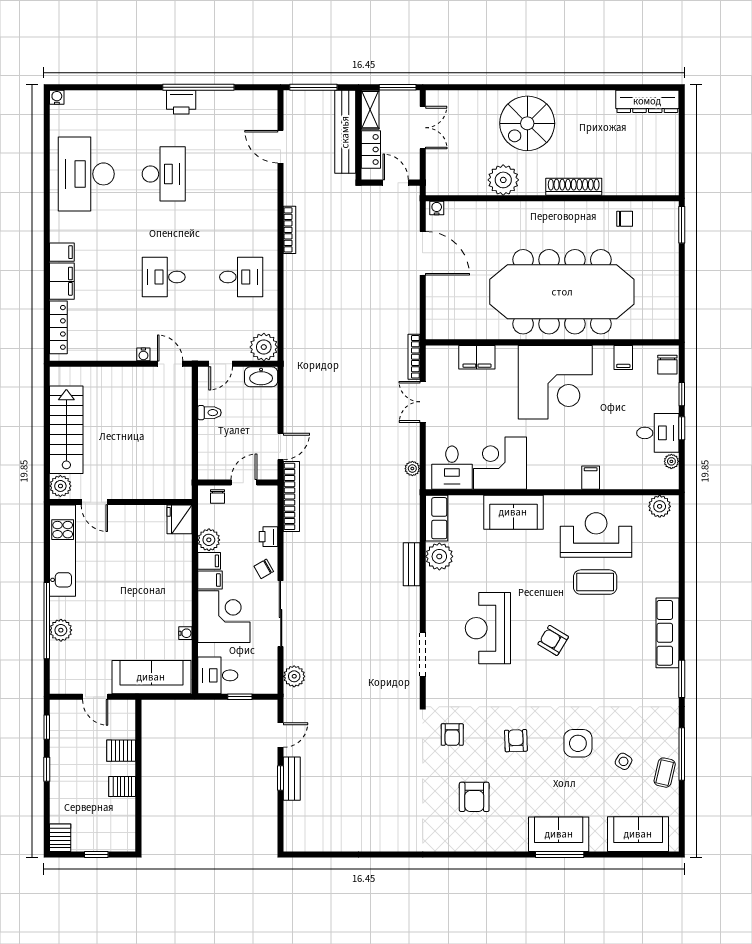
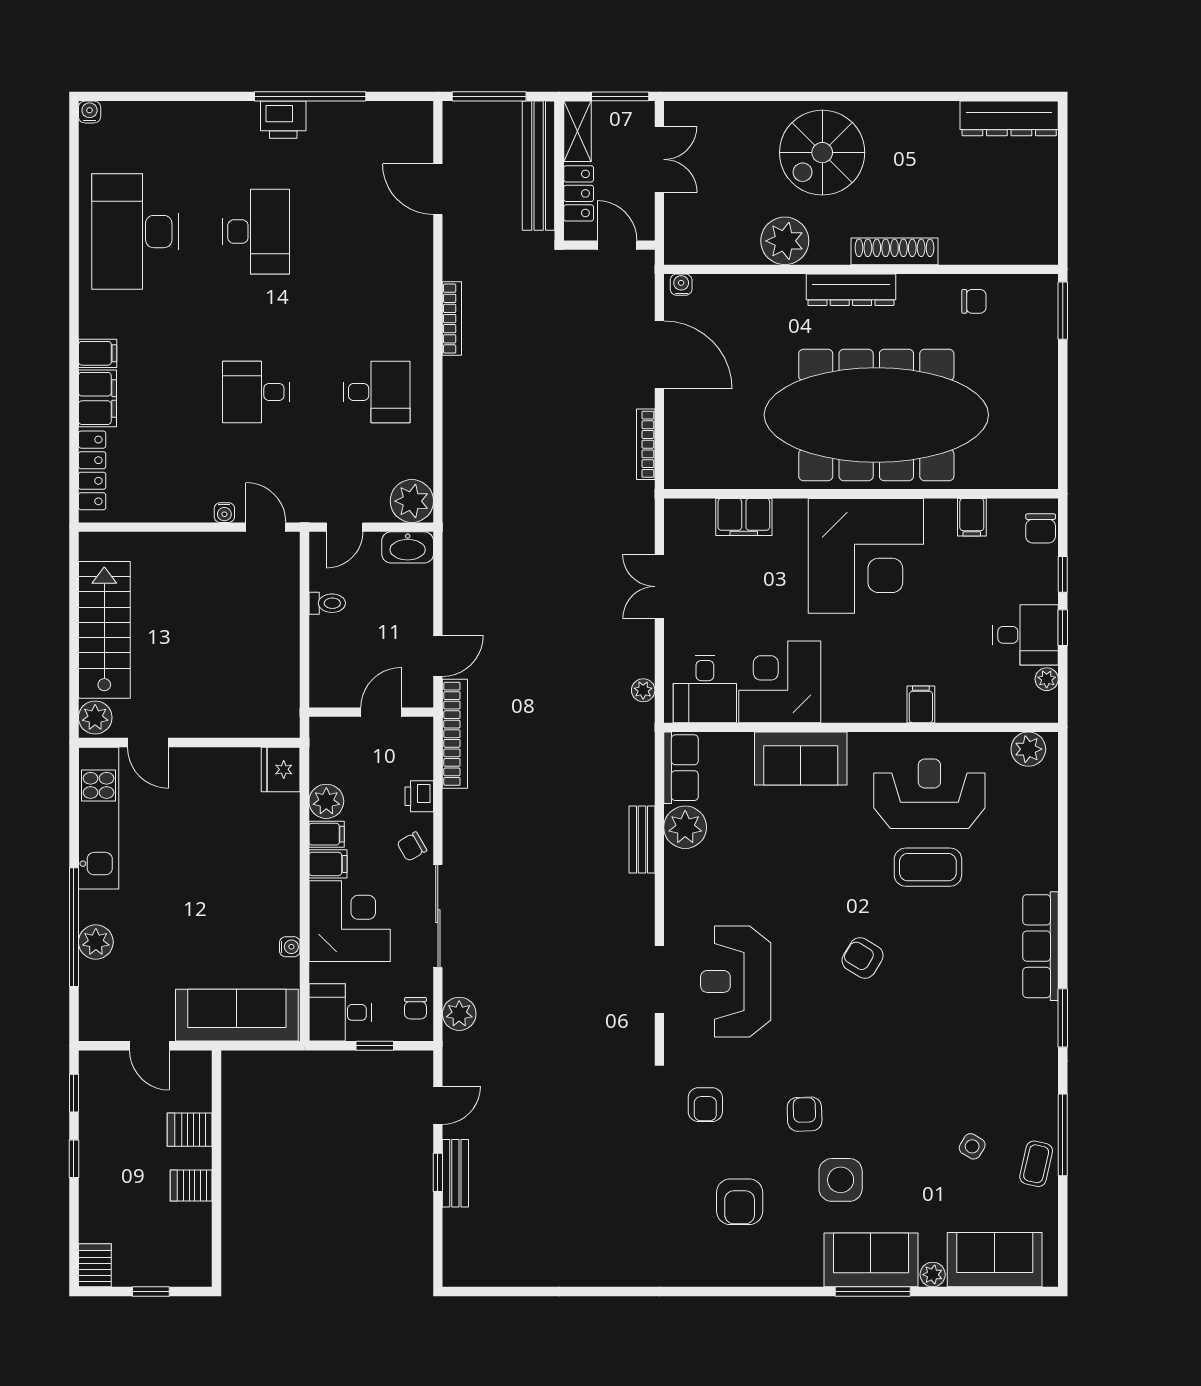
dresser: (546, 211) -> (851, 290), added
bookcase: (414, 357) -> (646, 444), moved
chair: (217, 496) -> (415, 1008), moved
reception desk: (488, 628) -> (736, 981), moved
side table: (578, 743) -> (841, 1180), moved
plant: (598, 844) -> (933, 1275), added

